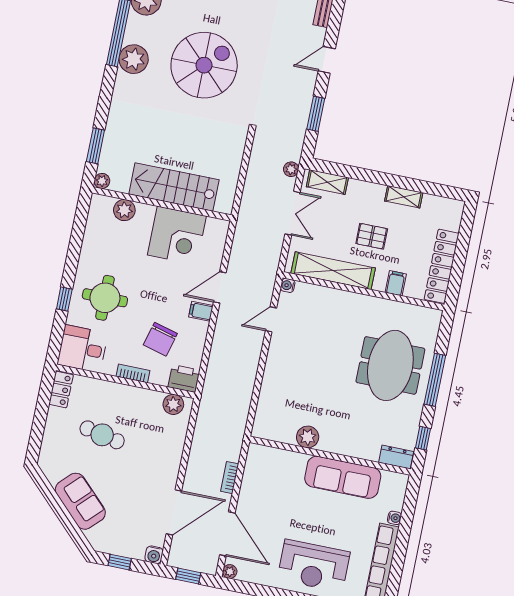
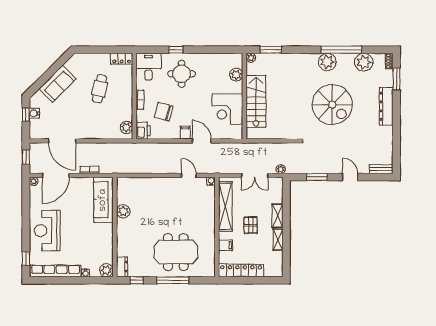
shelving: (327, 182) -> (277, 216), moved
sofa: (343, 477) -> (103, 200), moved
plant: (397, 483) -> (106, 270), added
water cooler: (154, 555) -> (34, 113), moved

